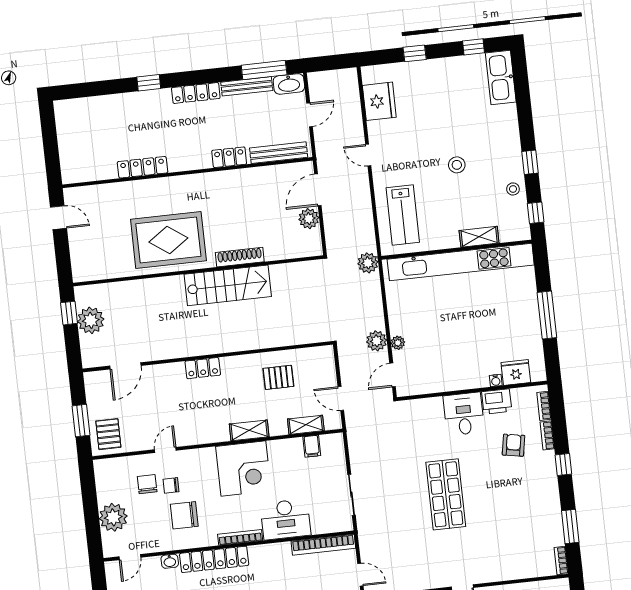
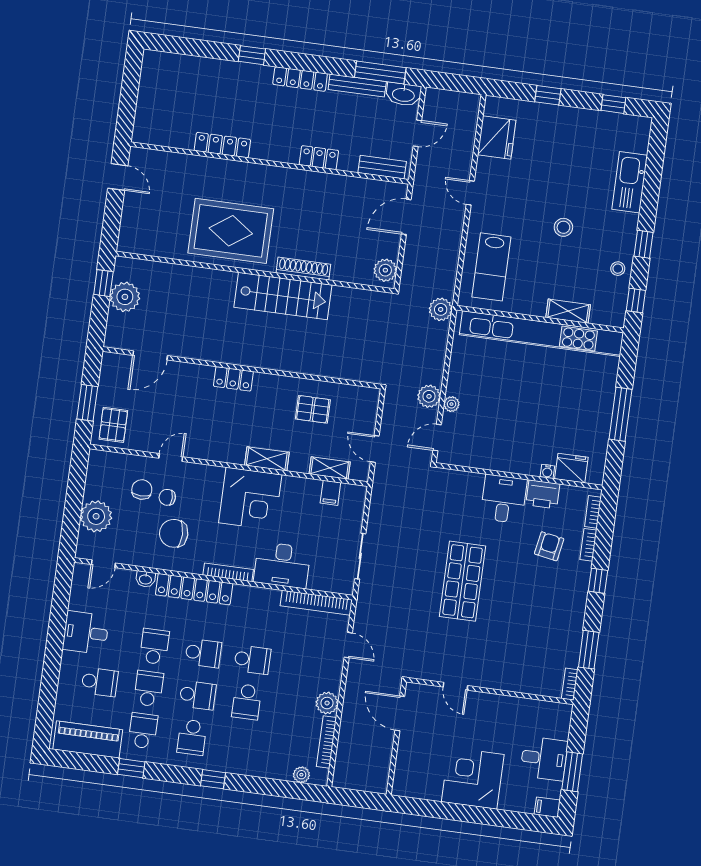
kitchen sink: (501, 77) -> (630, 182), moved
bench: (279, 153) -> (382, 167), width x0.73
plant: (309, 219) -> (385, 270), moved

